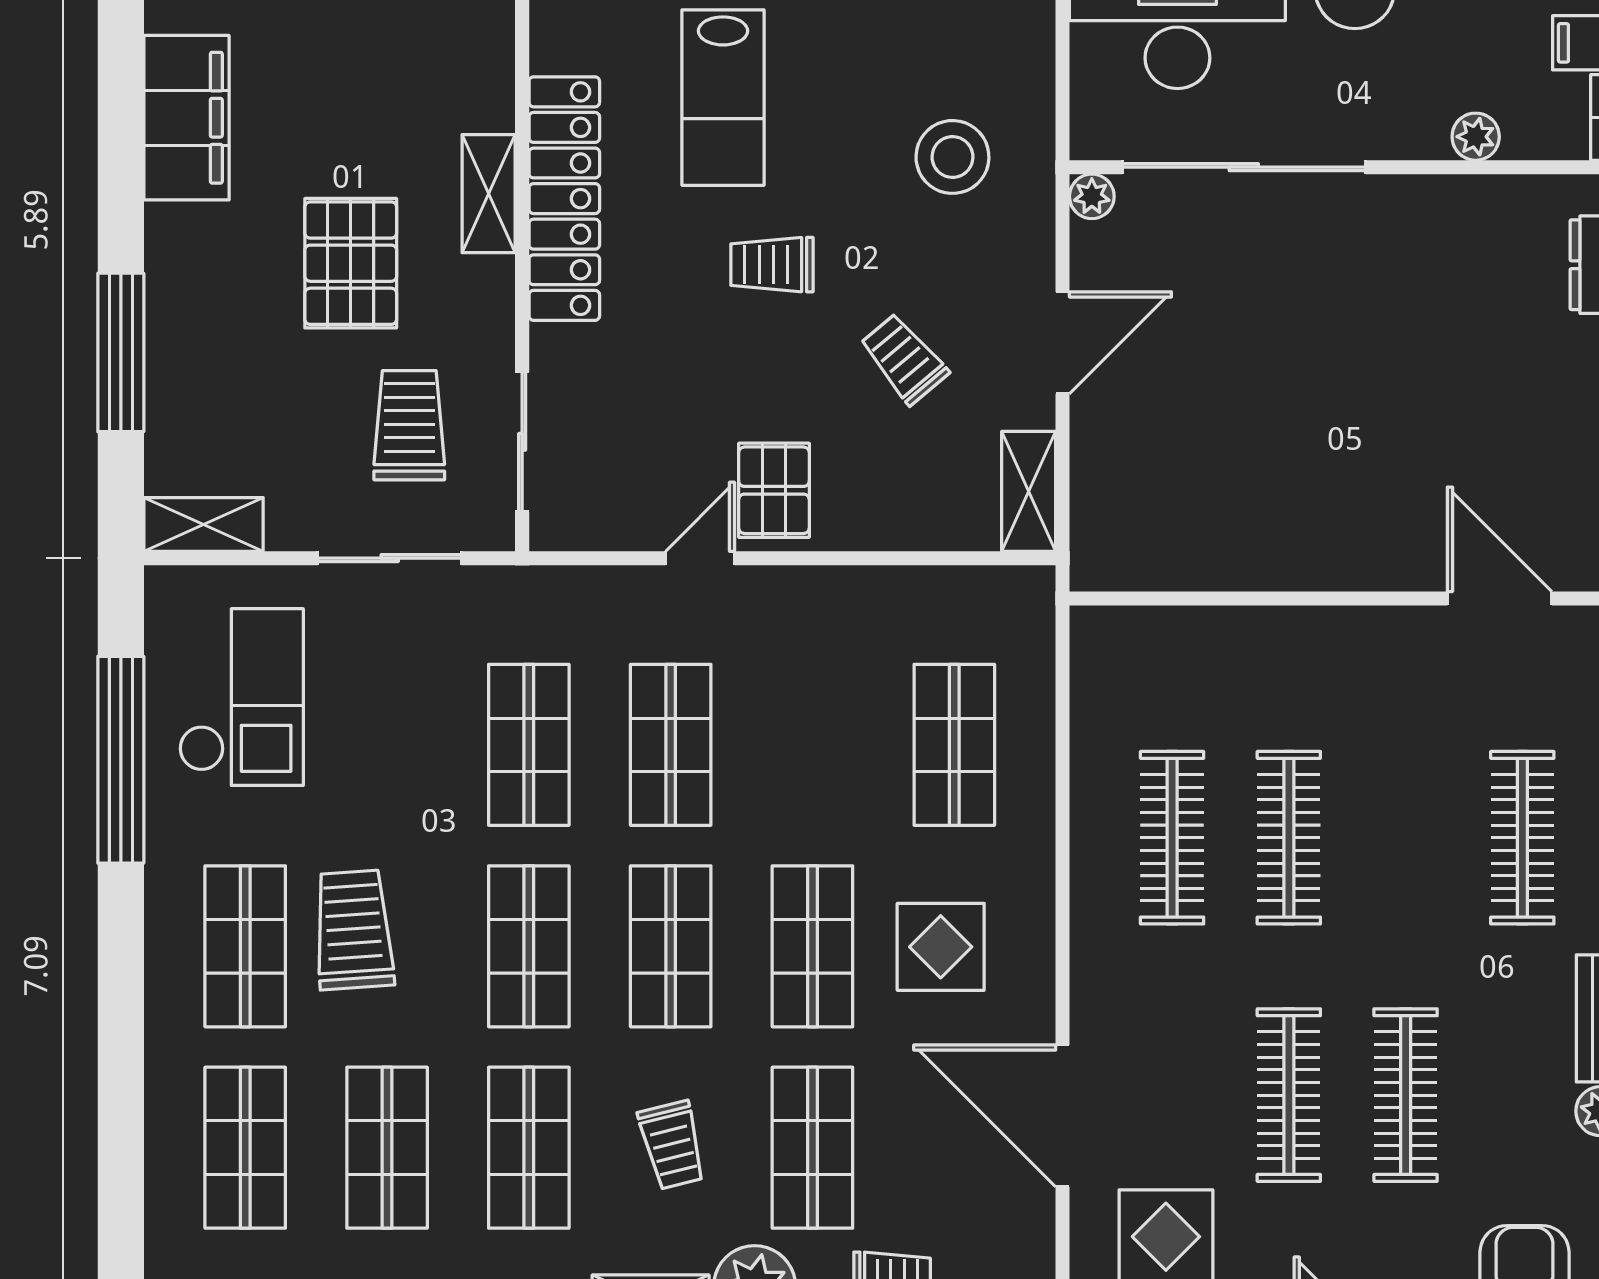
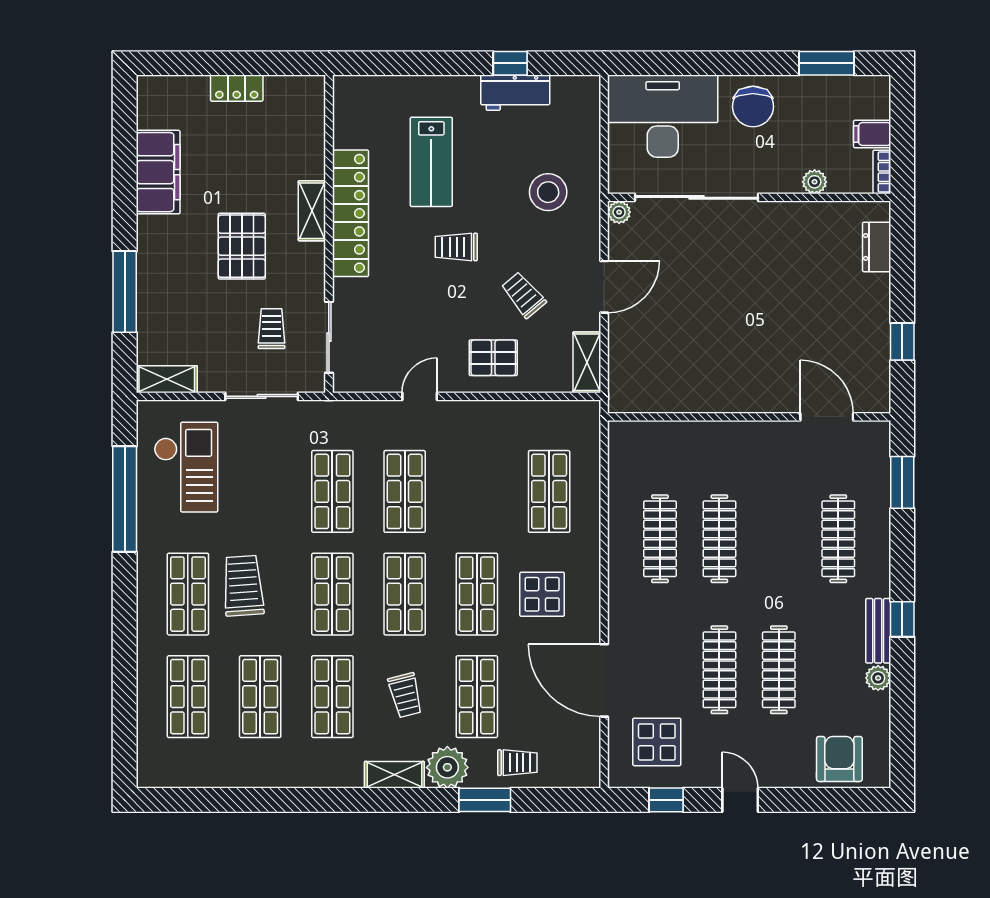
trolley: (409, 425) -> (272, 329), width x0.73, depth x0.72
pallet: (774, 490) -> (493, 358), moved, turned 90

